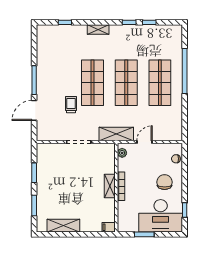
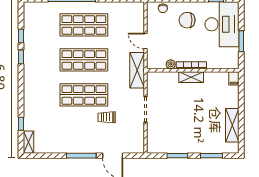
shelving: (98, 29) -> (29, 142), moved
plant: (122, 153) -> (171, 64), moved

